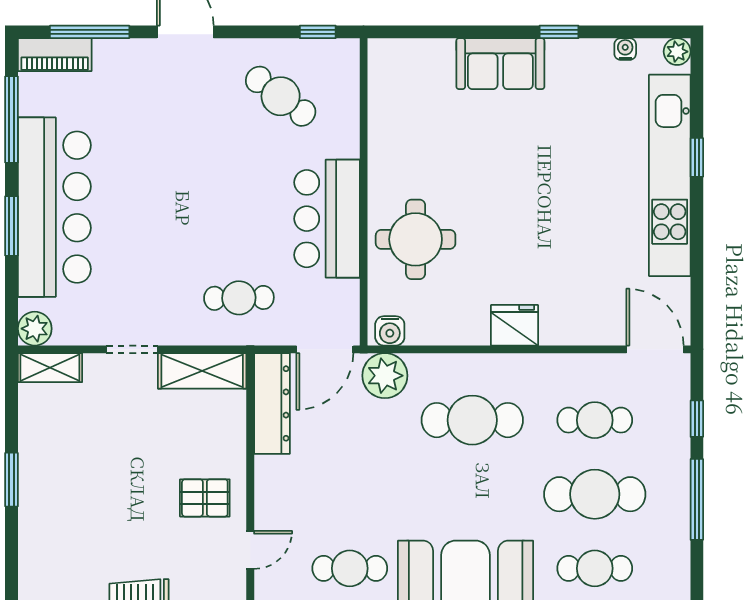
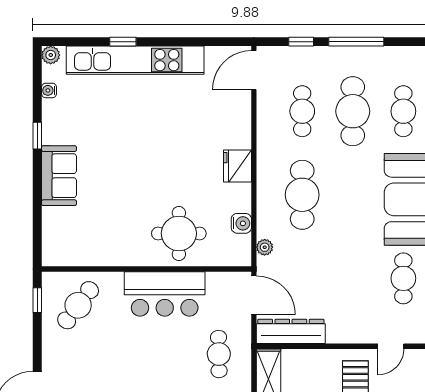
cafe table: (281, 96) -> (78, 305), moved
water cooler: (390, 331) -> (241, 223), moved
plant: (385, 376) -> (265, 247), width x0.53, depth x0.53
door: (250, 550) -> (391, 346), swing flipped

